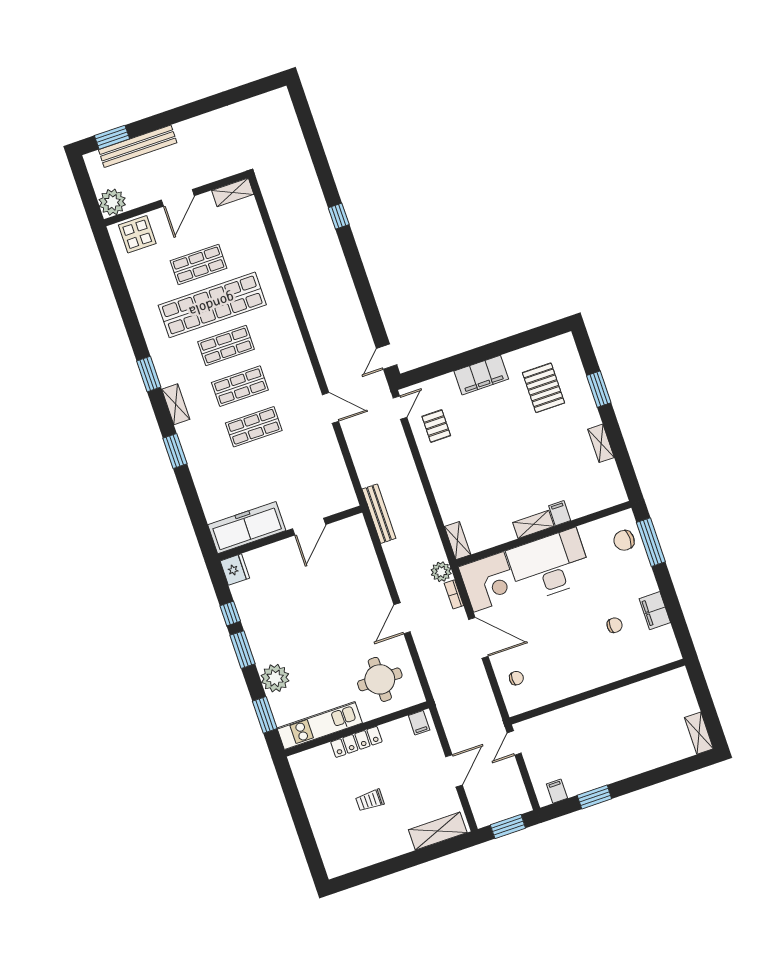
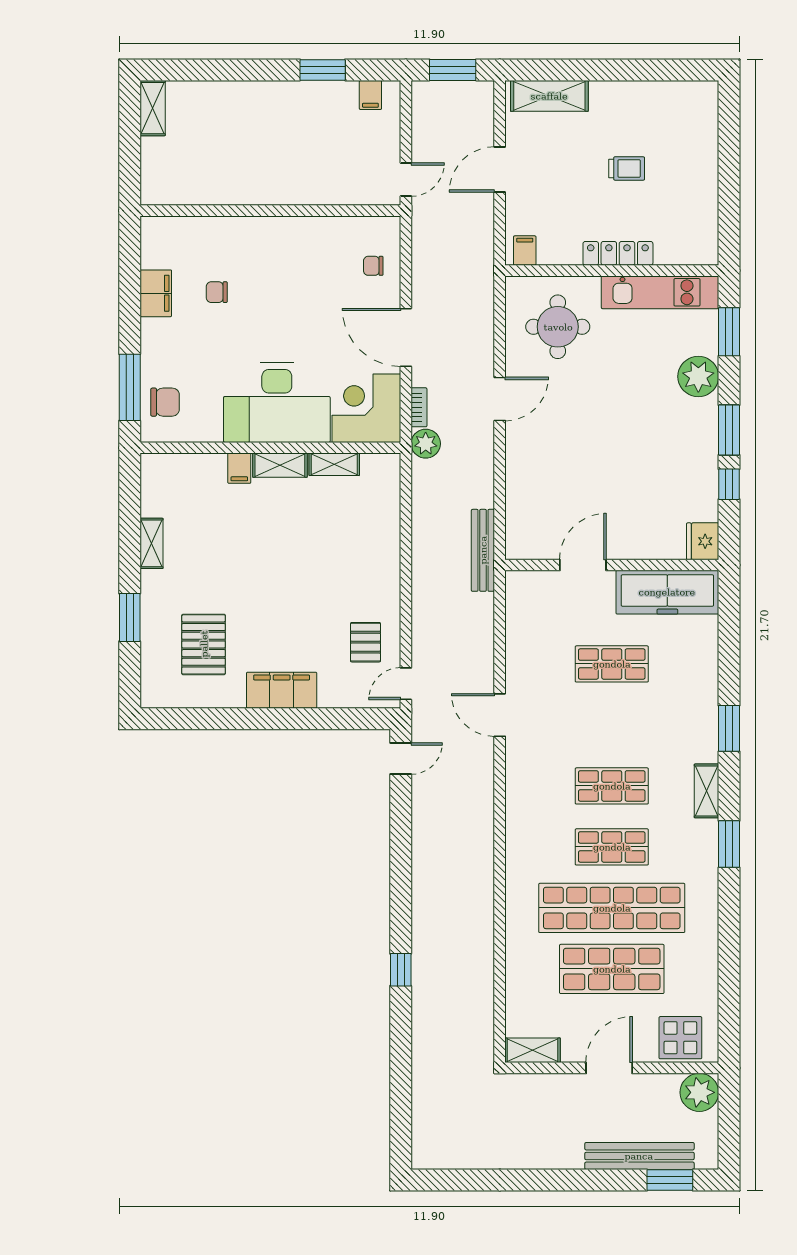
shop shelf: (198, 264) -> (612, 969), width x1.43, depth x1.36
shop shelf: (254, 427) -> (612, 664), moved
shelving: (458, 541) -> (334, 464), moved, turned 90

